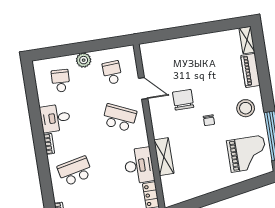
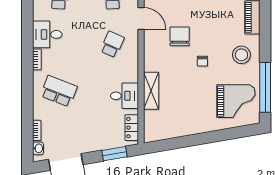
school desk: (119, 118) -> (112, 44), width x0.54
desk: (139, 166) -> (124, 96), width x0.73
school desk: (75, 171) -> (59, 91), turned 33

